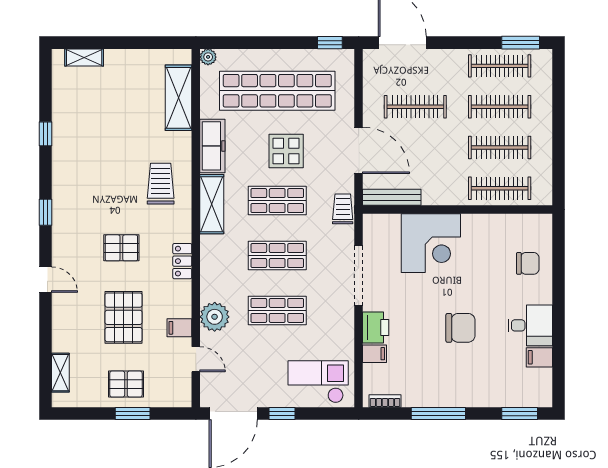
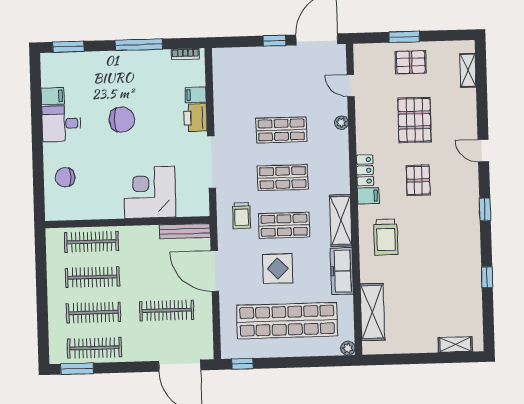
trolley: (343, 209) -> (242, 215), moved
pallet: (121, 248) -> (418, 180), turned 90
plant: (215, 317) -> (341, 123), width x0.53, depth x0.53
filing cabinet: (179, 328) -> (368, 196), moved
chair: (460, 328) -> (122, 120), turned 180
checkout: (318, 382) -> (244, 69), removed

